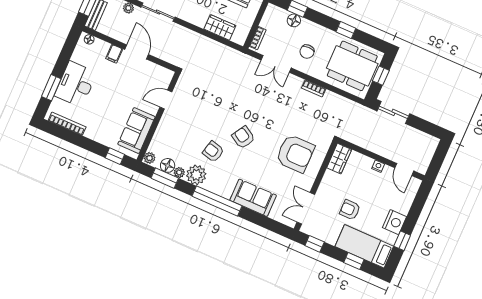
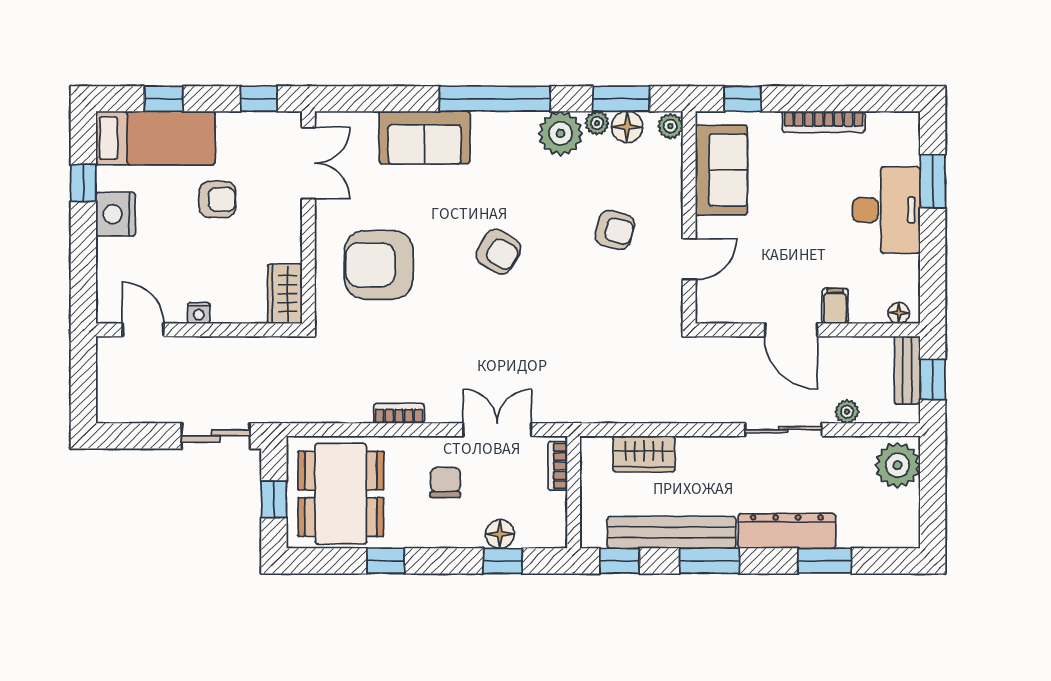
dining table: (352, 66) -> (341, 494), turned 90
bookcase: (67, 124) -> (824, 122), moved
armchair: (213, 152) -> (615, 230), moved

